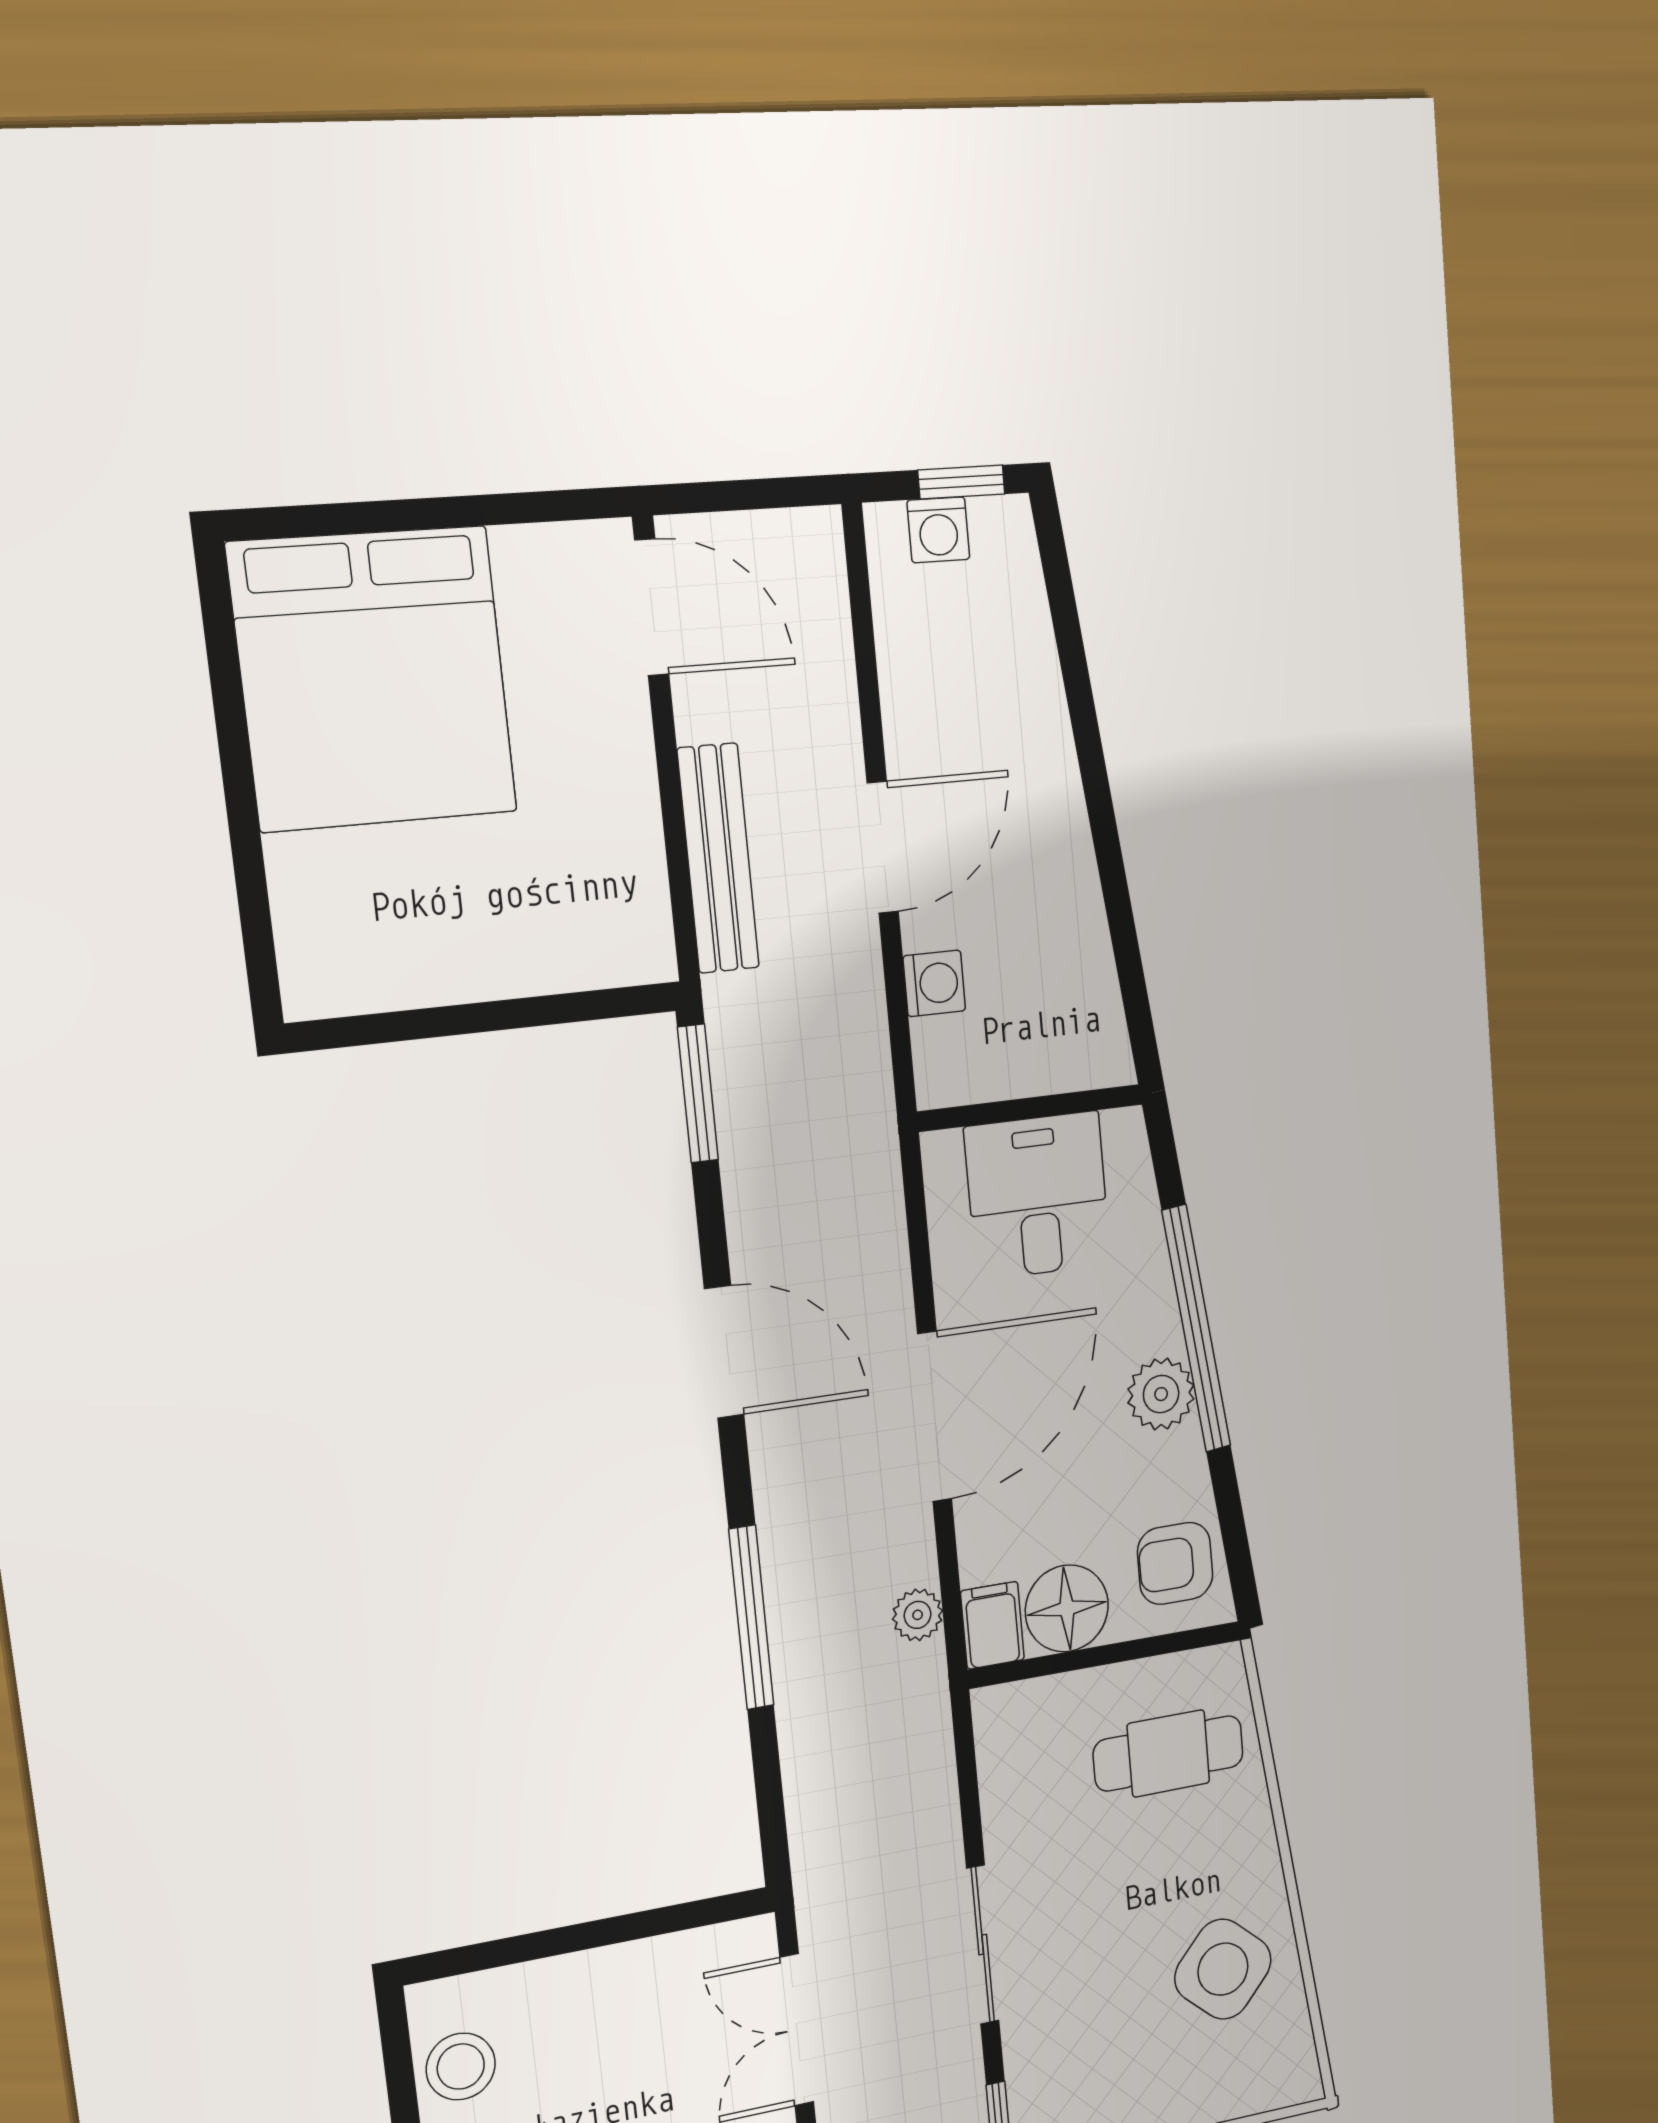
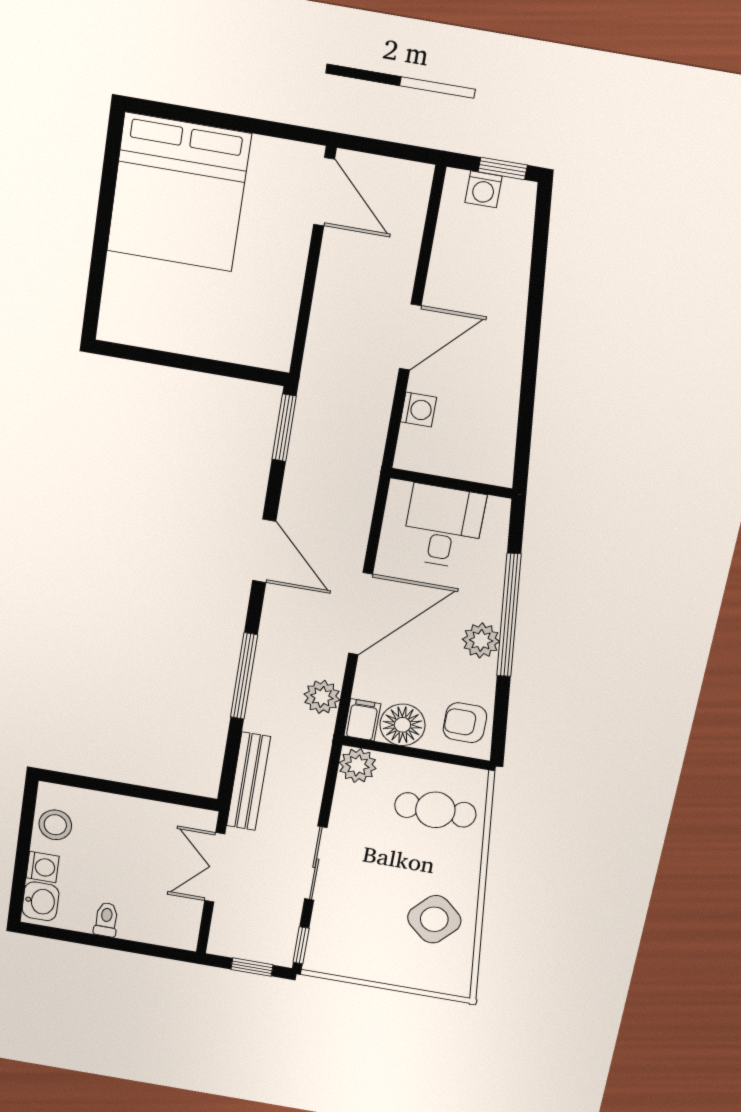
bench: (718, 858) -> (248, 781), moved
plant: (918, 1615) -> (322, 697), width x1.38, depth x1.38
plant: (1008, 1719) -> (358, 765), added

